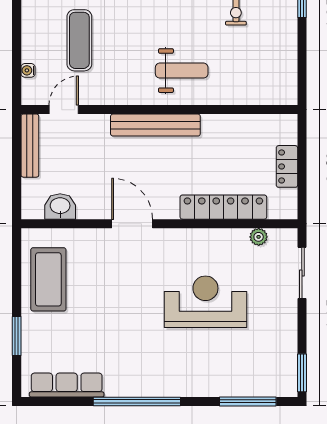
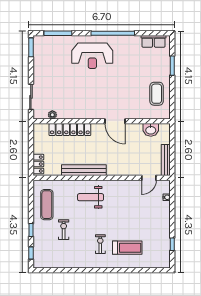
exercise mat: (79, 40) -> (47, 205), moved
bench: (155, 125) -> (84, 170), moved
locker: (287, 166) -> (38, 164), moved
coffee table: (48, 279) -> (157, 94), width x0.73, depth x0.76
reception desk: (205, 302) -> (92, 56), moved
row of seats: (67, 385) -> (153, 41), width x0.68

